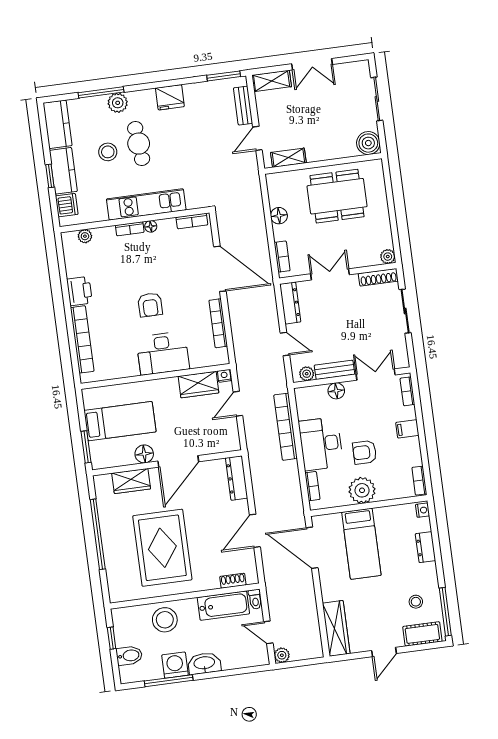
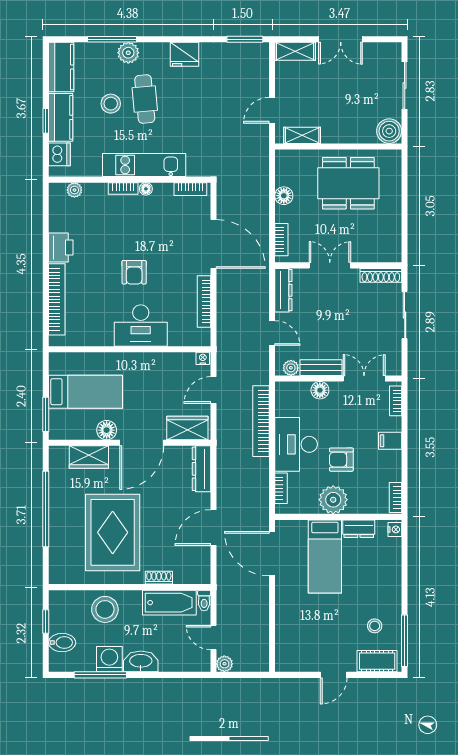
bench: (243, 106) -> (261, 73), removed
plant: (388, 257) -> (394, 255), removed
wardrobe: (198, 385) -> (187, 428), moved, turned 180
dresser: (425, 547) -> (359, 529), moved, turned -90
shoe rack: (233, 581) -> (159, 578), moved
wardrobe: (336, 628) -> (286, 643), removed

